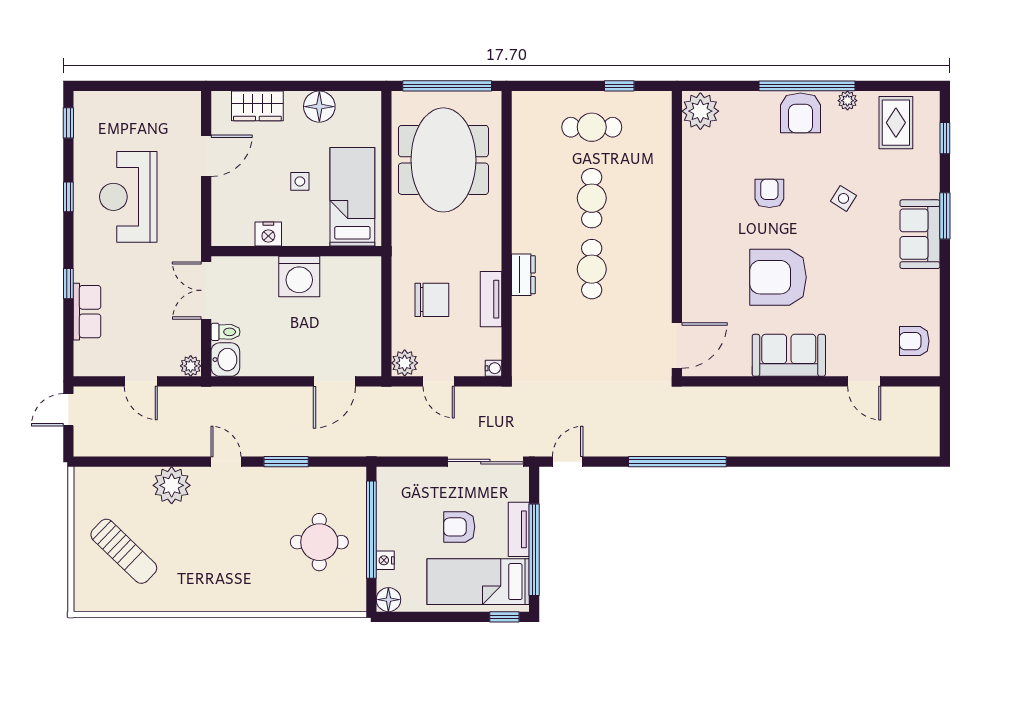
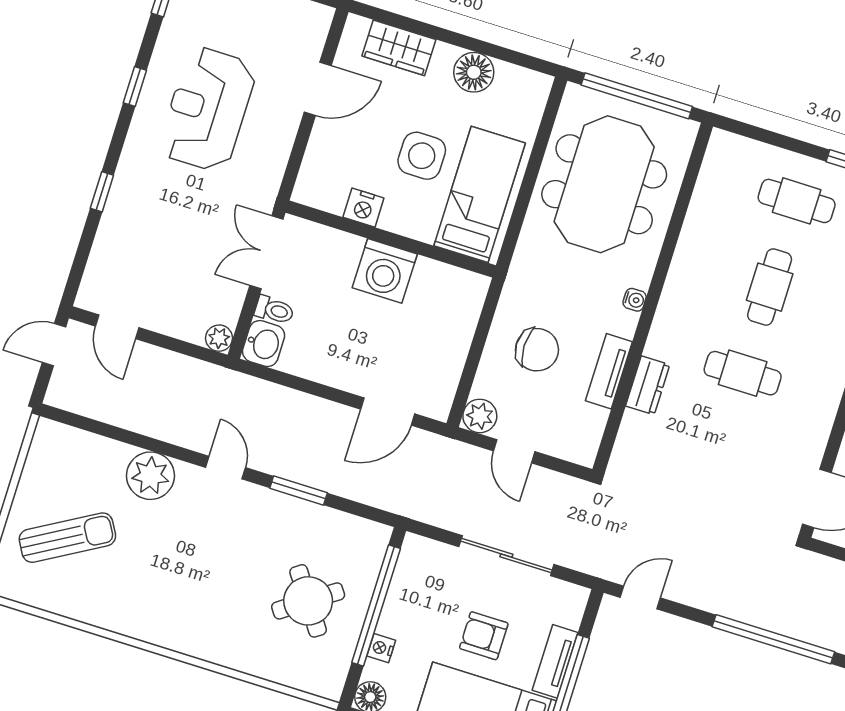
side table: (300, 181) -> (422, 156), width x1.87, depth x1.87
cafe table: (592, 269) -> (743, 373), turned 90
dresser: (523, 275) -> (648, 385), moved
row of seats: (87, 312) -> (114, 233), removed
water cooler: (493, 368) -> (635, 300), moved
door: (141, 381) -> (117, 327), moved
sliding door: (485, 462) -> (506, 556), moved
round table: (319, 542) -> (308, 601), turned -35
sun lounger: (124, 551) -> (67, 538), turned -74

